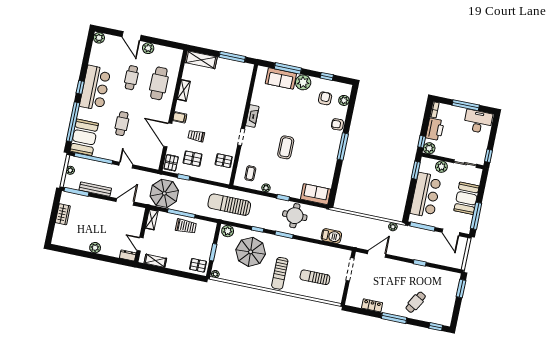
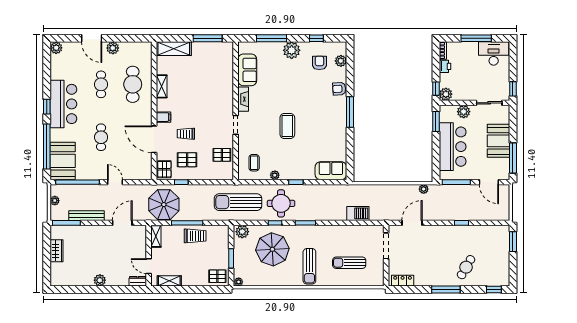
sofa: (281, 78) -> (247, 70), moved, turned -90
printer: (435, 129) -> (445, 66), width x0.53, depth x0.68
round table: (295, 216) -> (281, 203), moved
locker: (372, 305) -> (403, 281), moved

